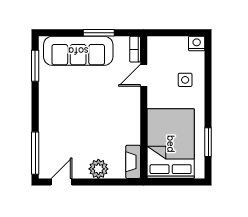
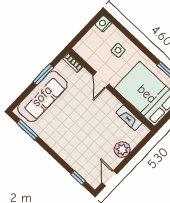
door: (144, 75) -> (101, 80), moved
window: (35, 153) -> (78, 178), width x0.46
fireplace: (133, 162) -> (129, 118), moved

